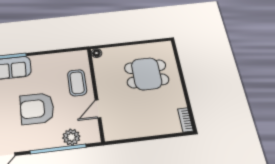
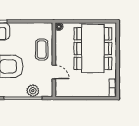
dining table: (147, 74) -> (93, 49), width x1.88, depth x1.24
door: (98, 109) -> (54, 72), swing flipped

